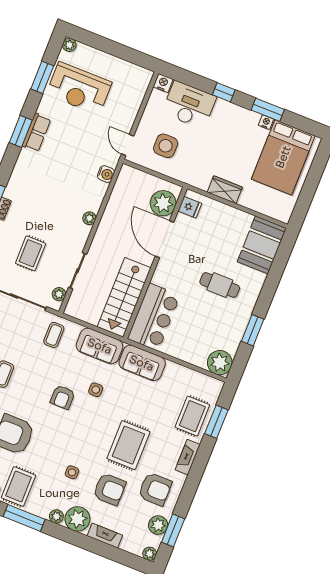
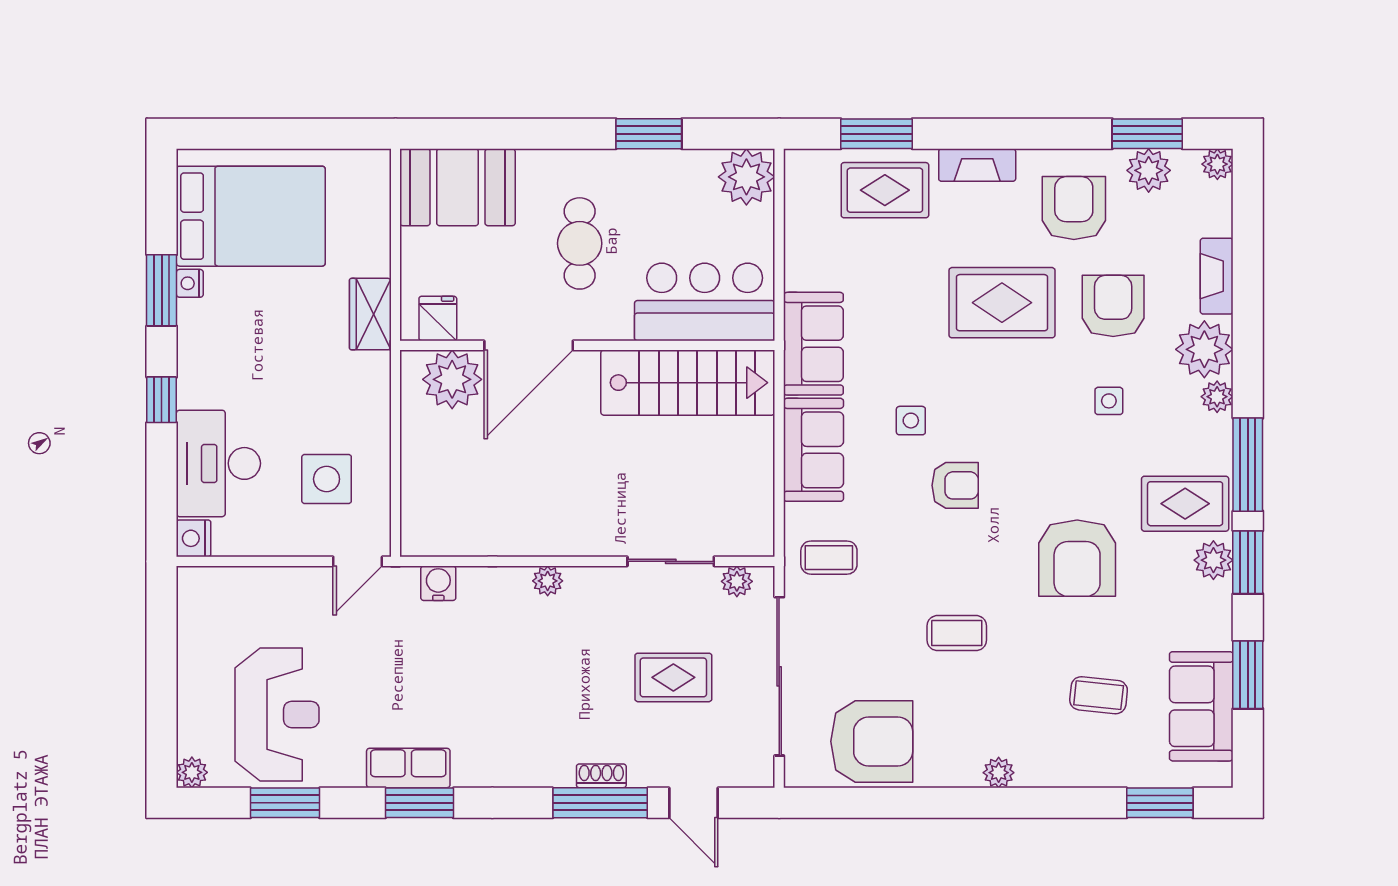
plant: (163, 203) -> (452, 379), moved
fridge: (190, 207) -> (438, 318), moved
door: (165, 239) -> (529, 345), moved
wall: (155, 263) -> (587, 345), moved
stairs: (124, 297) -> (688, 383), moved
bar counter: (154, 317) -> (705, 302), moved

